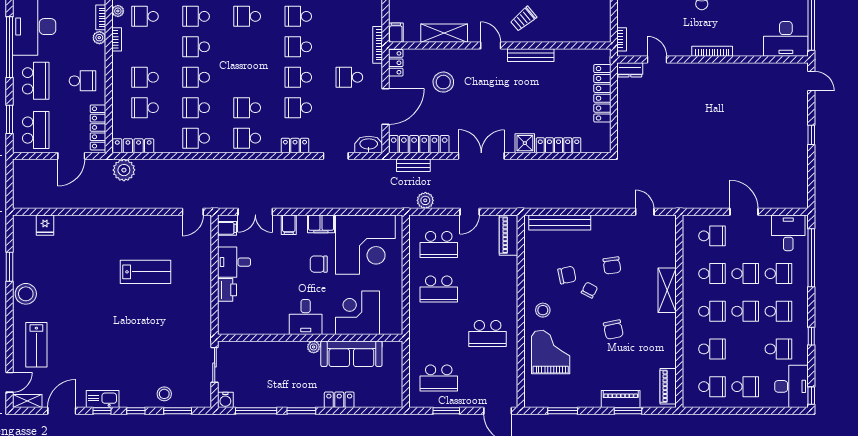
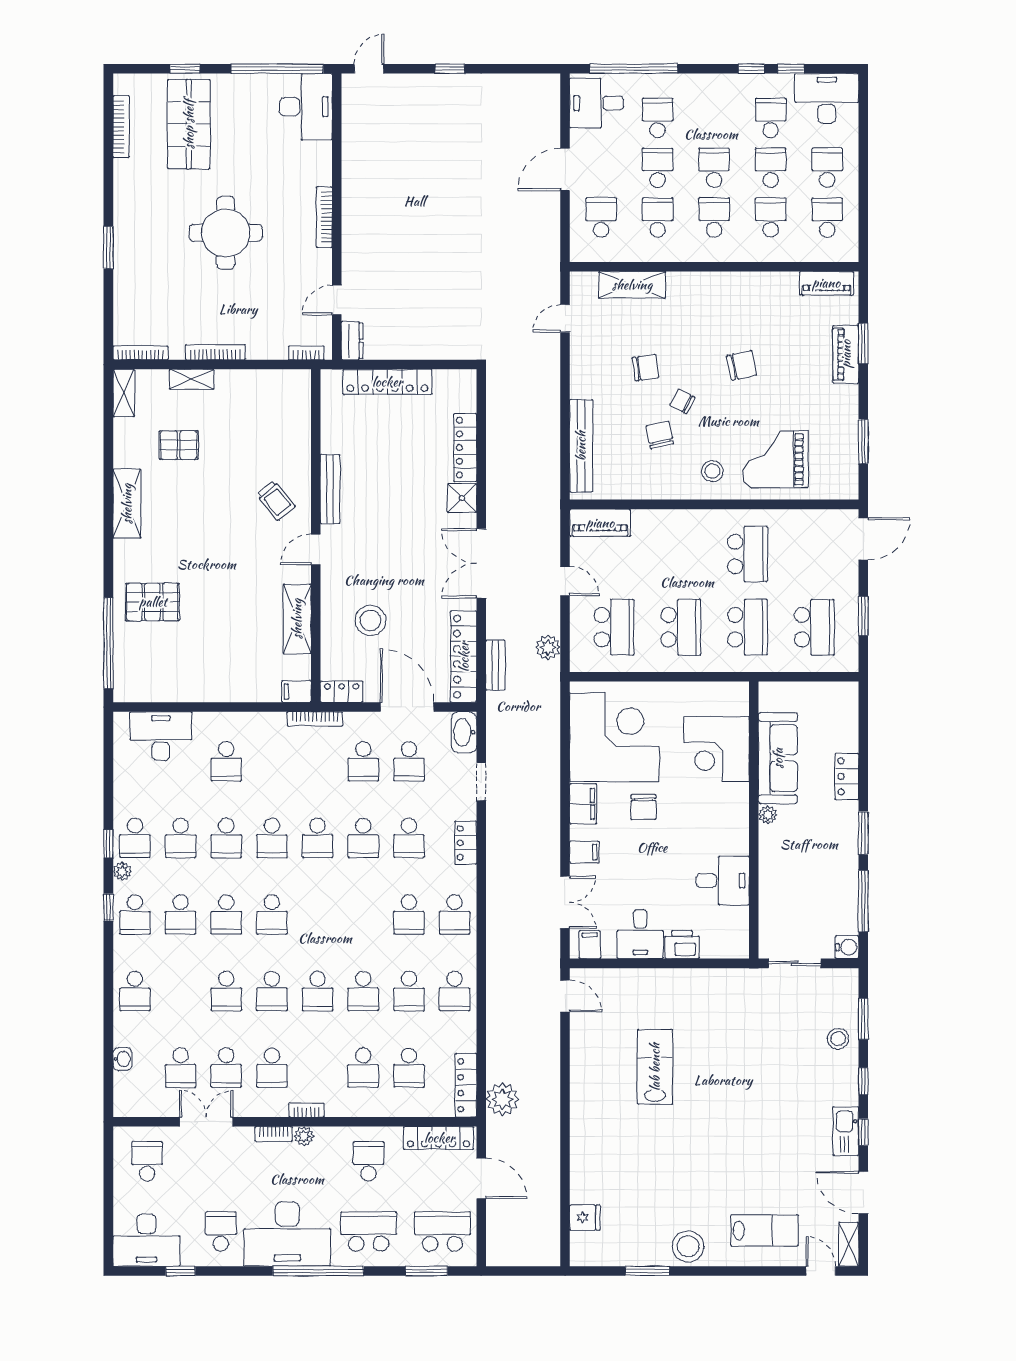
plant: (118, 11) -> (264, 1108), removed
school desk: (349, 108) -> (409, 761), added
shelving: (667, 290) -> (632, 285), moved
school desk: (778, 311) -> (771, 168), moved
desk: (306, 317) -> (723, 880), moved
school desk: (439, 334) -> (748, 627), added
window: (811, 396) -> (791, 69), moved

